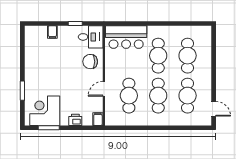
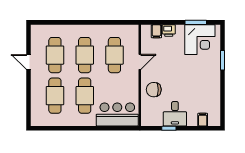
filing cabinet: (52, 32) -> (203, 120), moved
desk: (91, 37) -> (175, 114), moved, turned -90
chair: (90, 62) -> (154, 90), turned 180
door: (214, 109) -> (29, 62), moved
filing cabinet: (98, 119) -> (156, 31), moved

